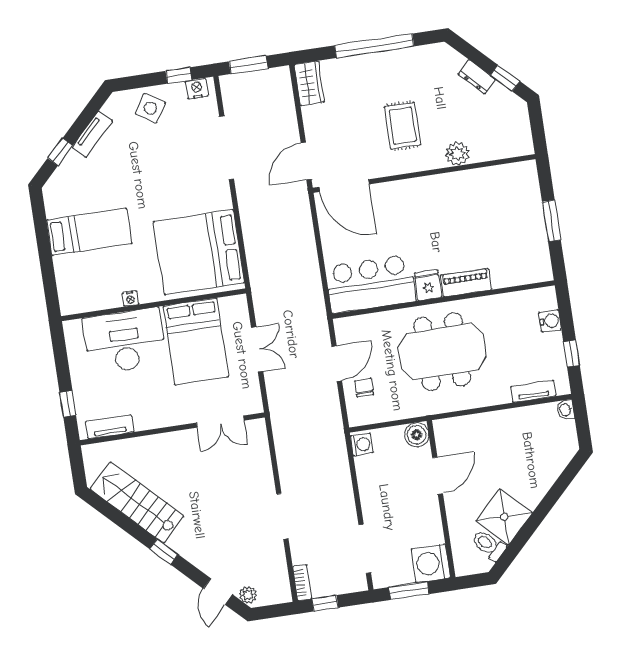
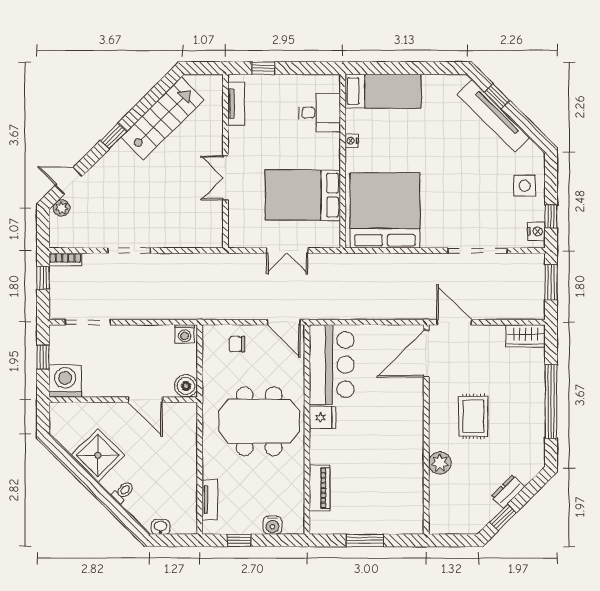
side table: (150, 108) -> (525, 186), turned -32
rug: (403, 126) -> (473, 416), turned 90
tv unit: (92, 134) -> (493, 116), width x1.92, depth x1.29
bed: (89, 232) -> (383, 91), moved, turned -90
piano: (466, 283) -> (320, 488), moved
desk: (125, 341) -> (320, 113), width x0.53, depth x0.77
meeting table: (442, 352) -> (259, 421), turned 90
door: (337, 364) -> (284, 322), moved
chair: (364, 388) -> (237, 344), turned 180
washbasin: (566, 410) -> (161, 527), moved
double door: (220, 422) -> (225, 178), moved
toilet: (489, 545) -> (123, 492), moved, width x0.73, depth x0.72
window: (409, 591) -> (43, 357), width x0.67

